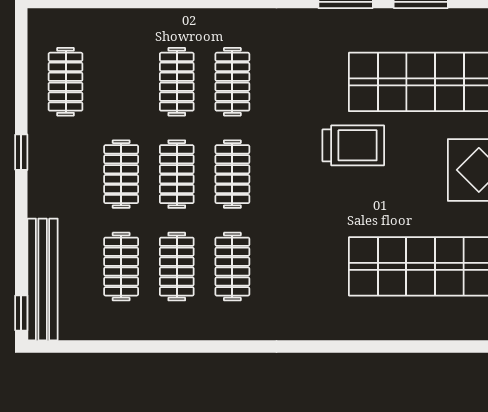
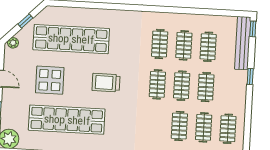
clothes rail: (232, 82) -> (204, 127), moved
trolley: (353, 145) -> (106, 83), moved
window: (21, 152) -> (250, 77), moved

